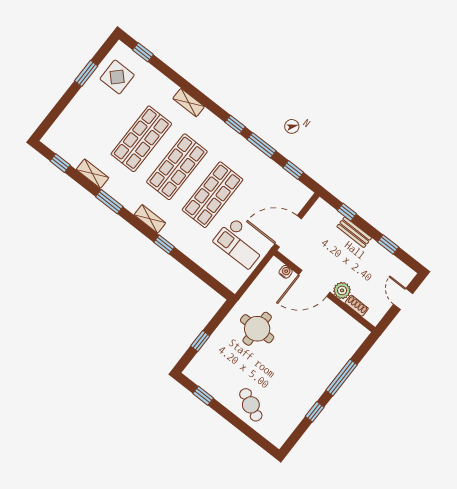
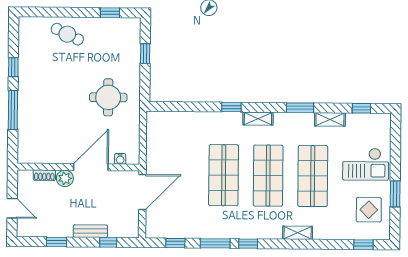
checkout: (240, 243) -> (366, 164), moved, turned 180

